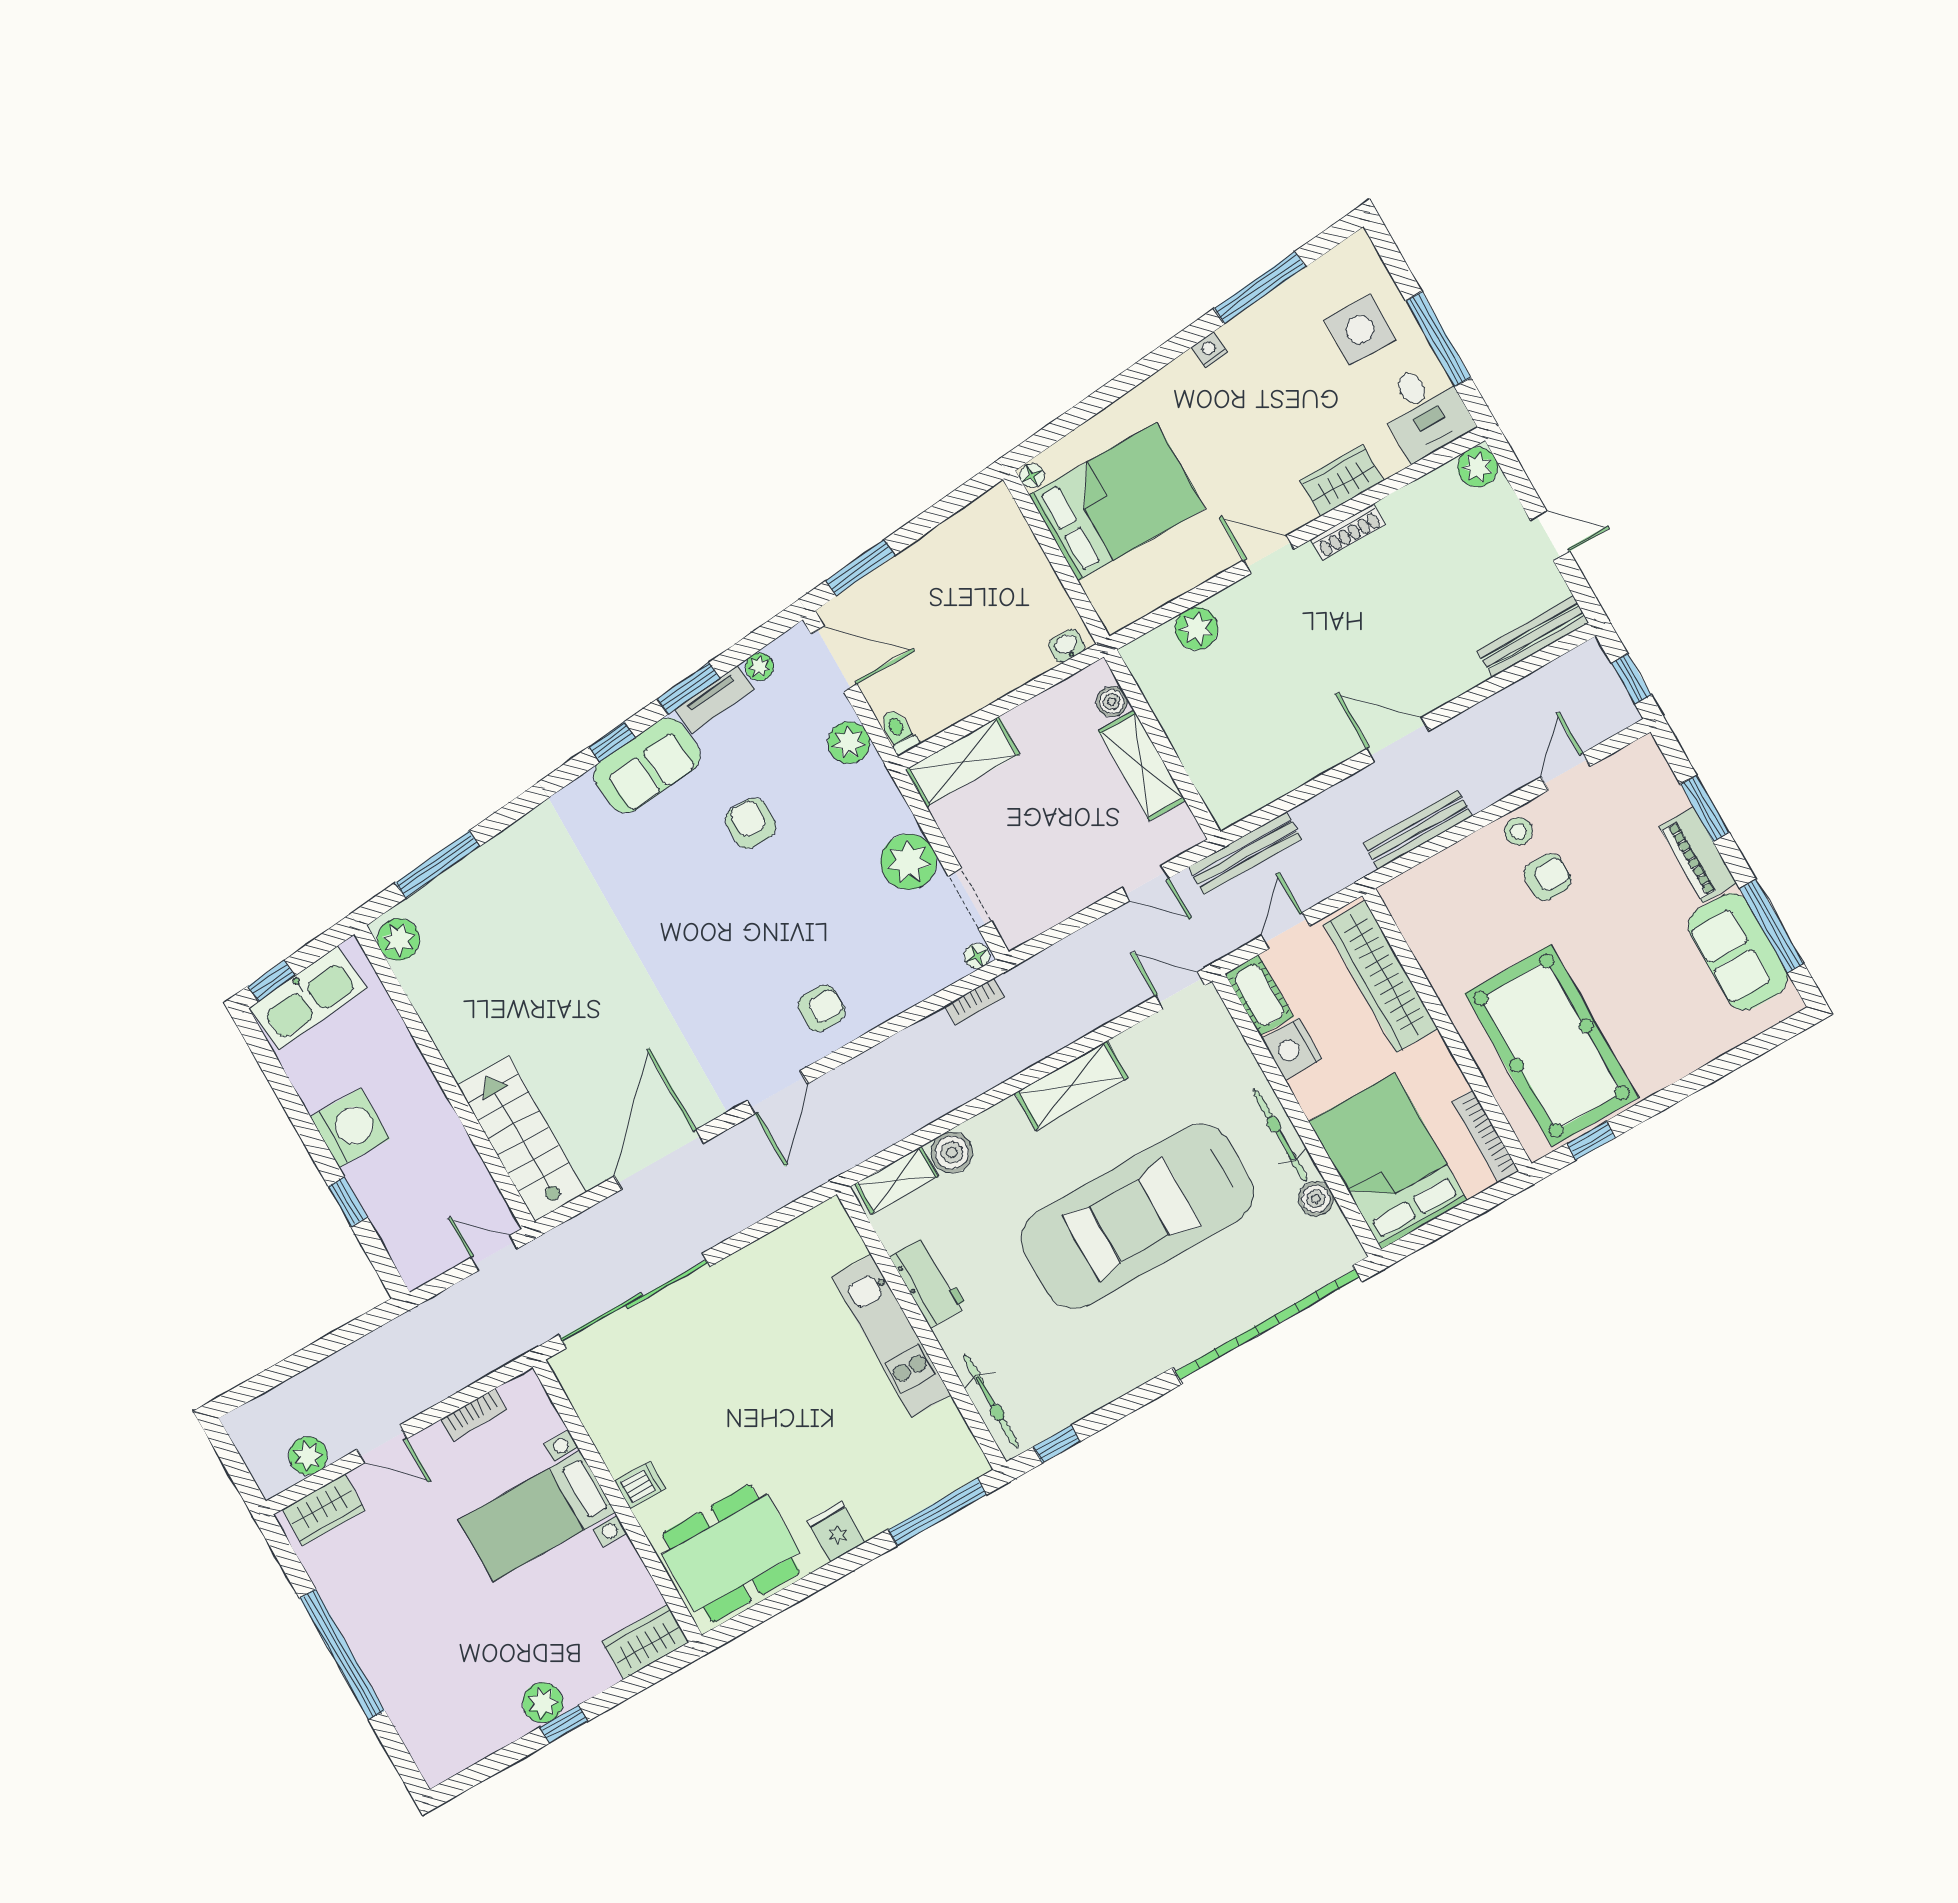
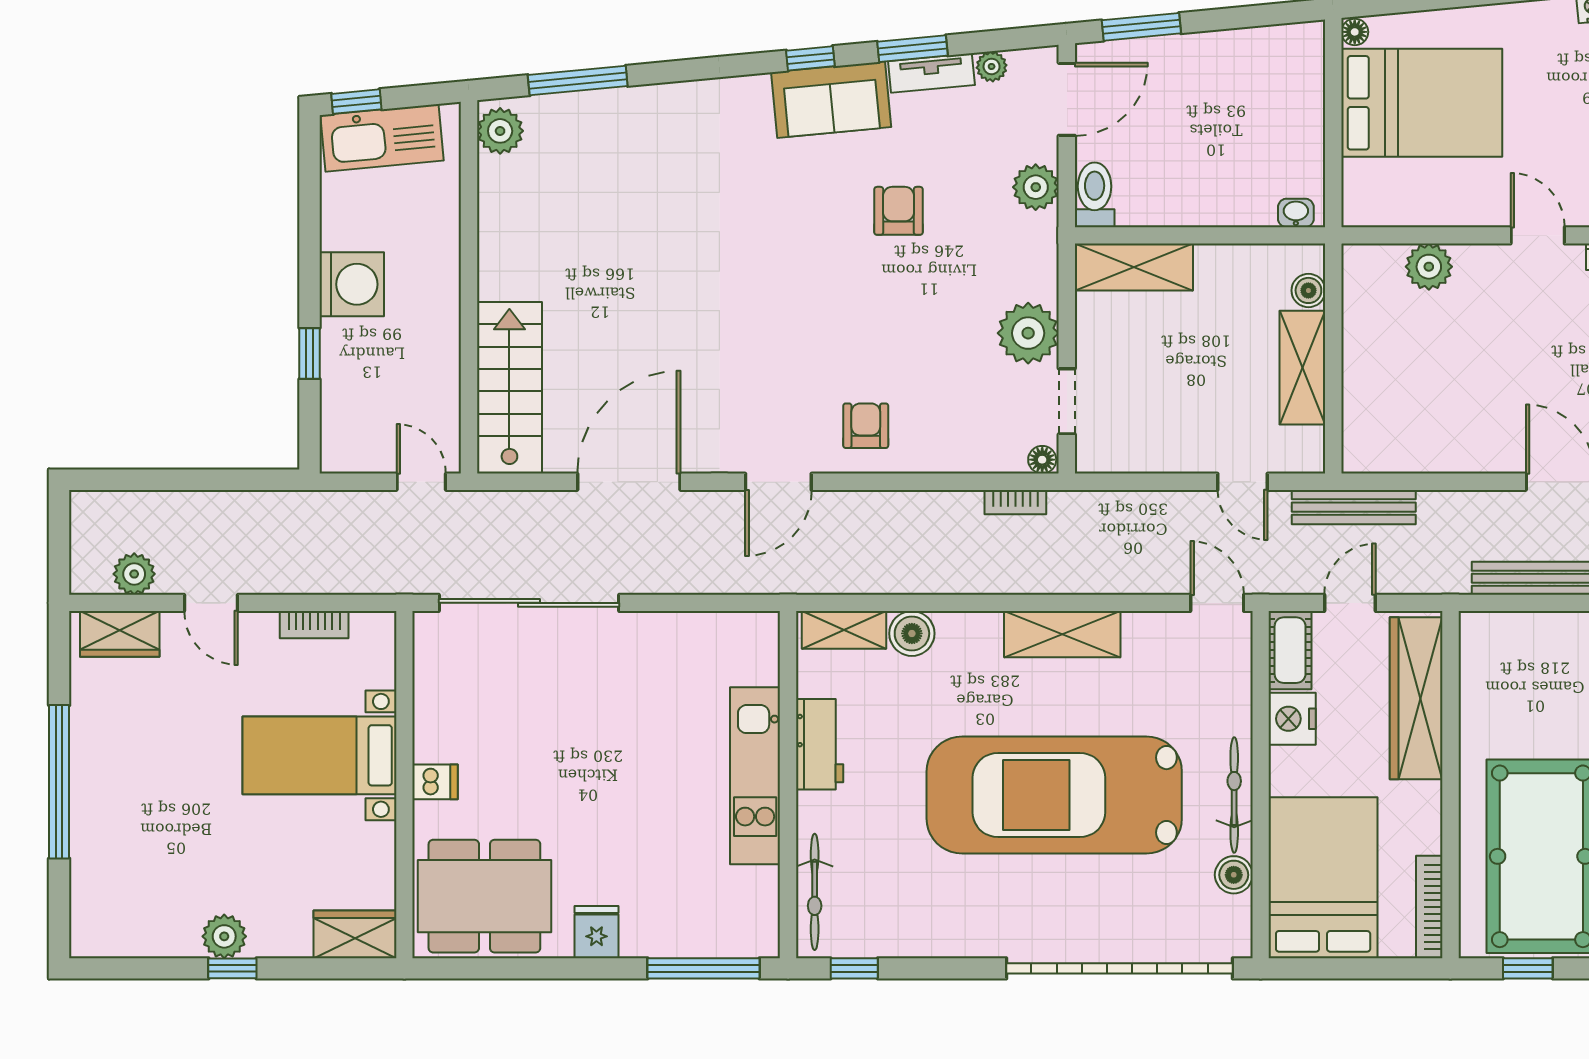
door: (834, 659) -> (1067, 99), hinge flipped
toilet: (899, 732) -> (1095, 195), width x1.37, depth x1.39
armchair: (821, 1008) -> (866, 426), turned -90

